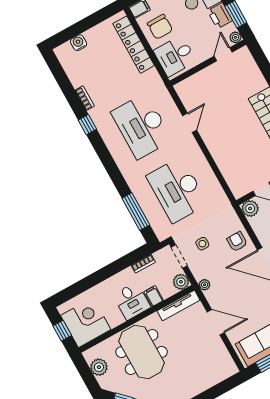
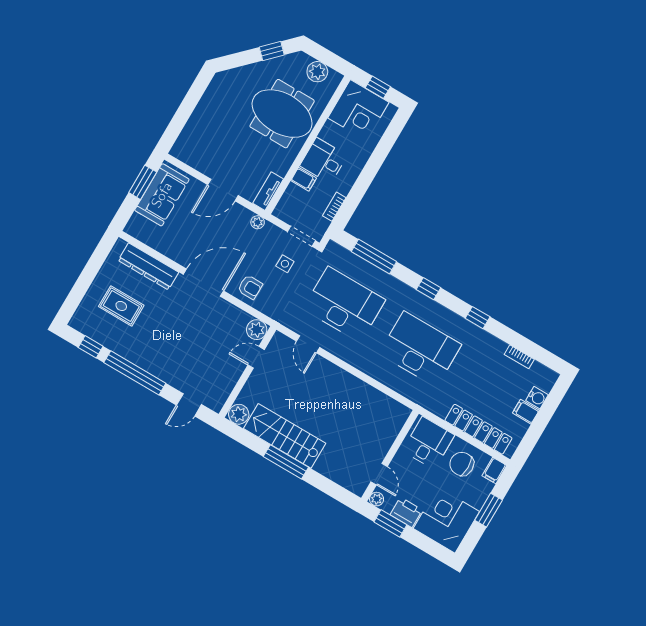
filing cabinet: (92, 37) -> (526, 412), added
bookcase: (85, 98) -> (519, 357), moved
door: (190, 123) -> (308, 344), moved
window: (110, 166) -> (429, 289), added
plant: (181, 282) -> (284, 211), removed
tv unit: (178, 305) -> (268, 191), width x0.71

